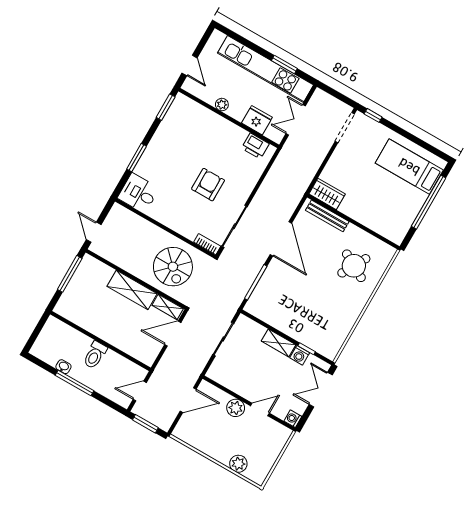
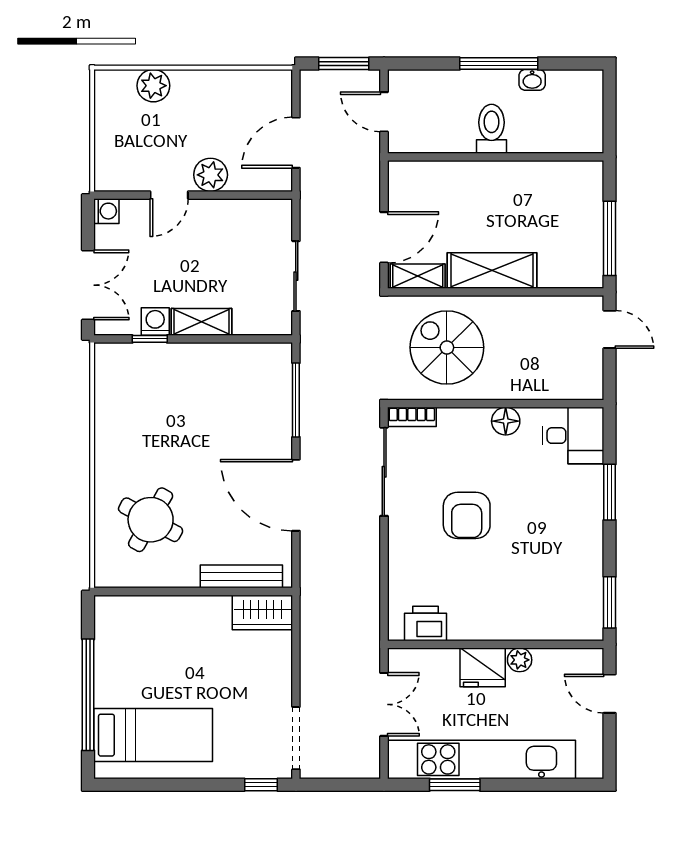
fridge: (257, 120) -> (483, 667), moved
floor lamp: (165, 217) -> (506, 421), added
door: (140, 391) -> (384, 112), swing flipped

